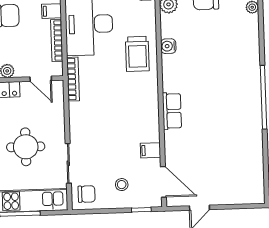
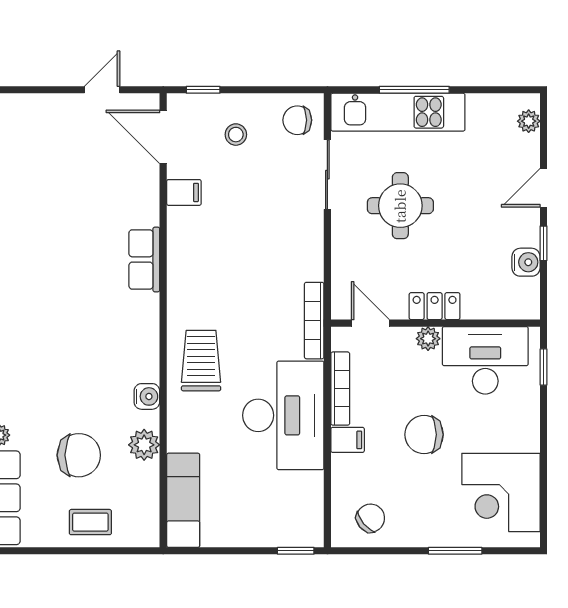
water cooler: (168, 46) -> (147, 396), moved

